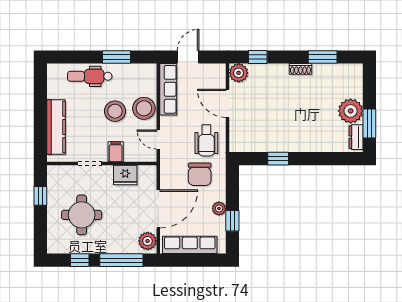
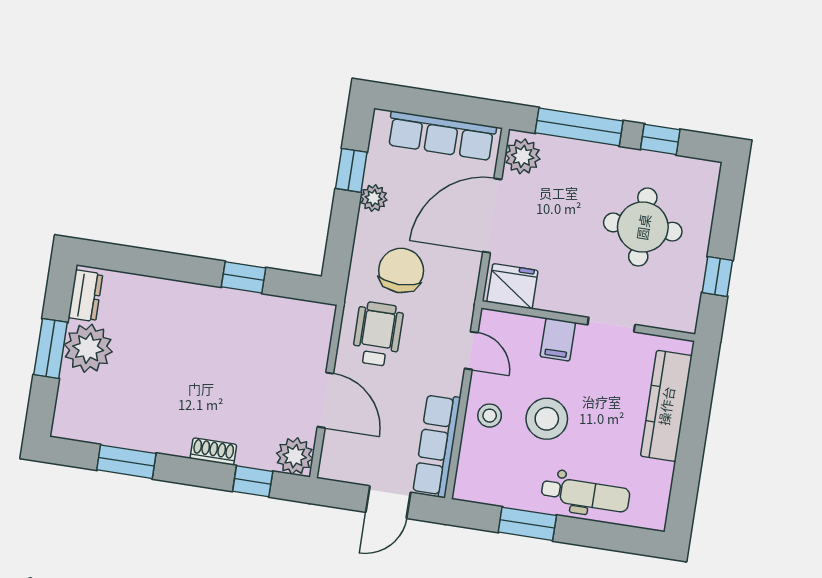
shoe rack: (300, 69) -> (213, 451), moved
stool: (144, 108) -> (490, 416), width x0.53, depth x0.53
window: (369, 123) -> (51, 348), moved
fridge: (125, 175) -> (512, 286), moved

